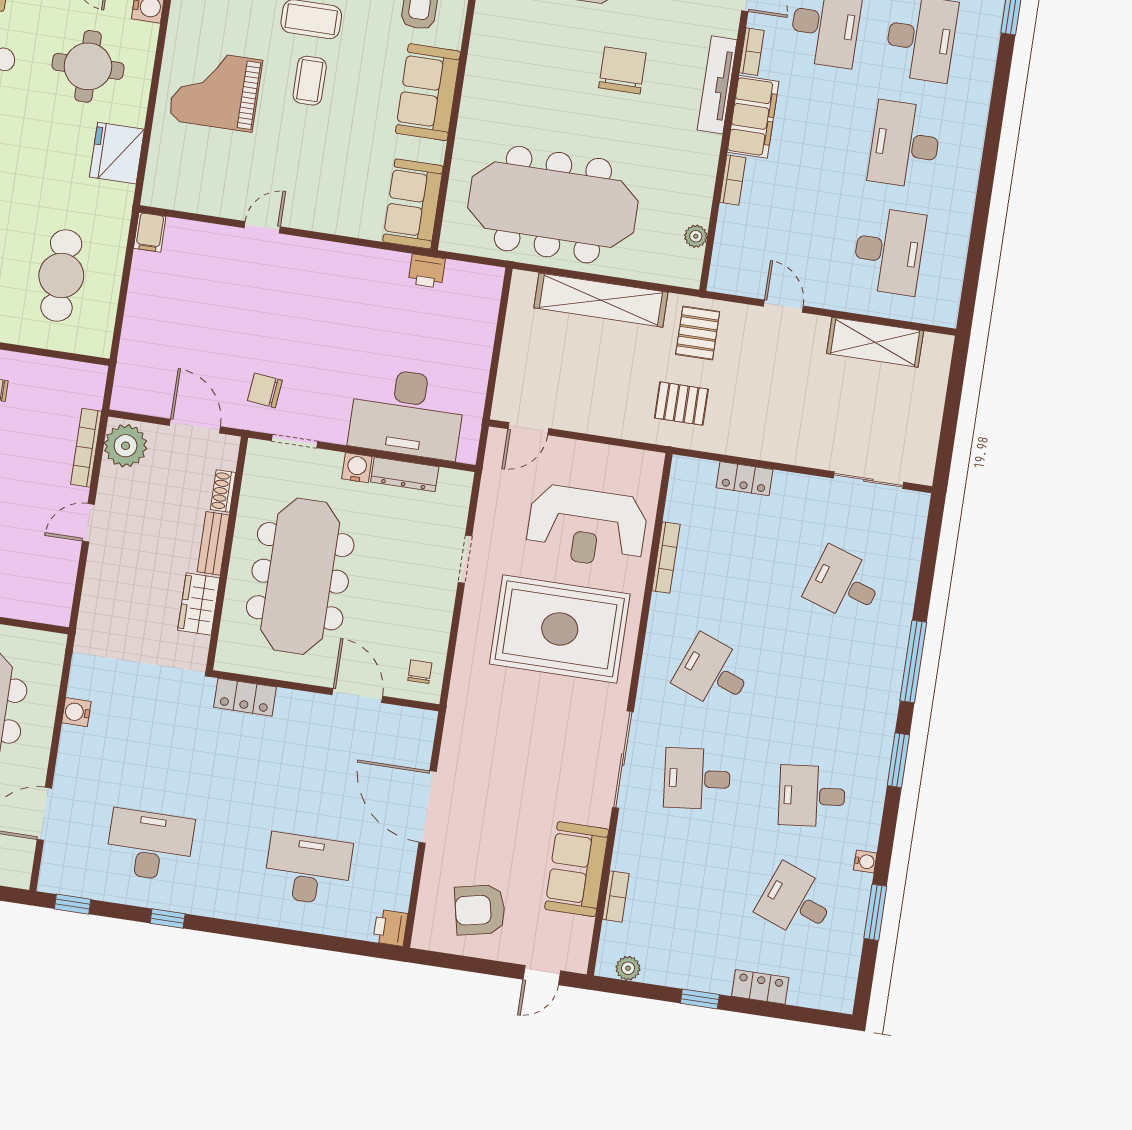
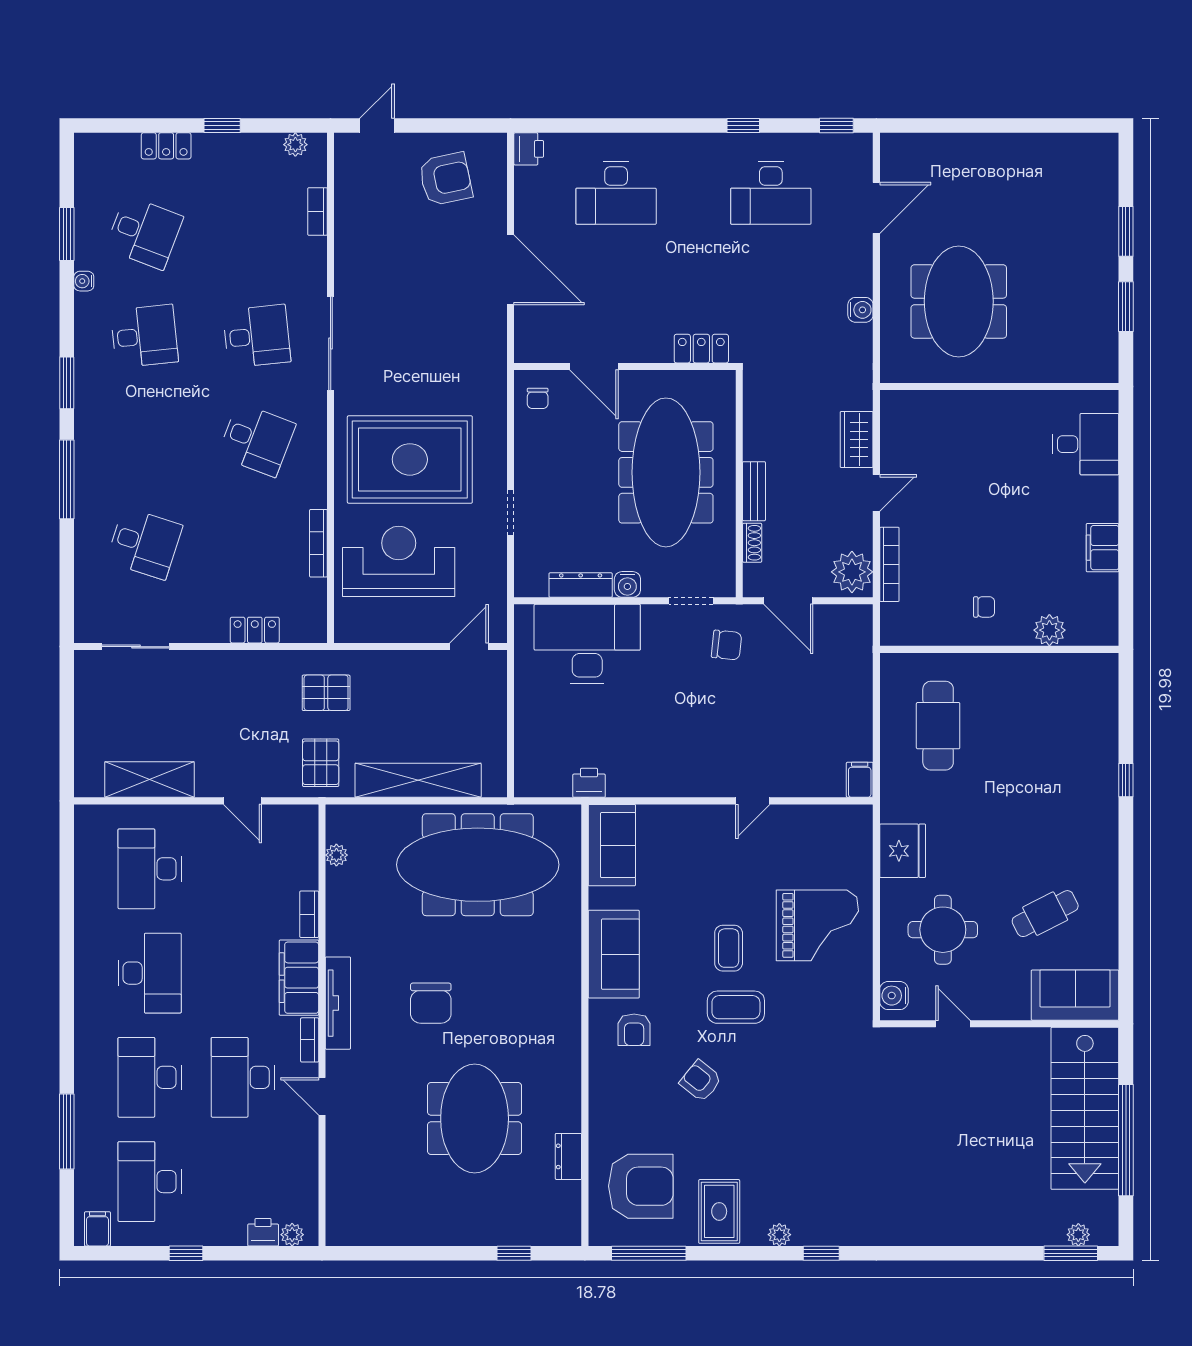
wardrobe: (199, 604) -> (857, 439), moved, turned 180
sofa: (577, 869) -> (359, 232), removed

